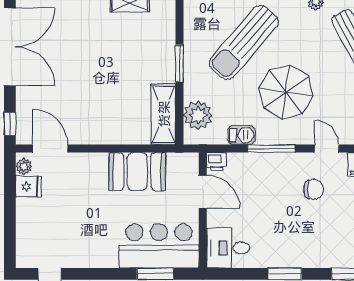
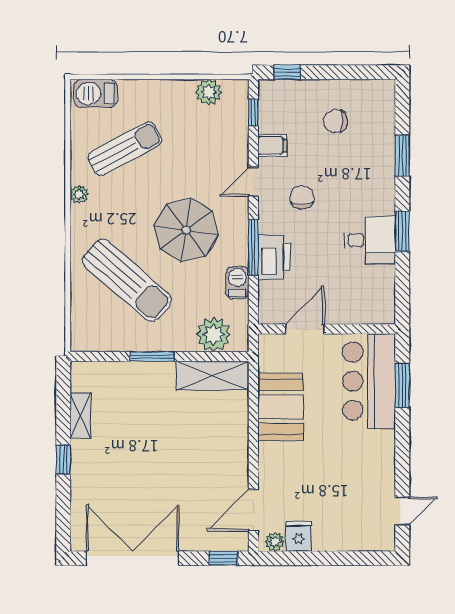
printer: (217, 162) -> (274, 257), moved, width x1.87, depth x1.48
desk: (228, 248) -> (370, 240), moved, turned -90

